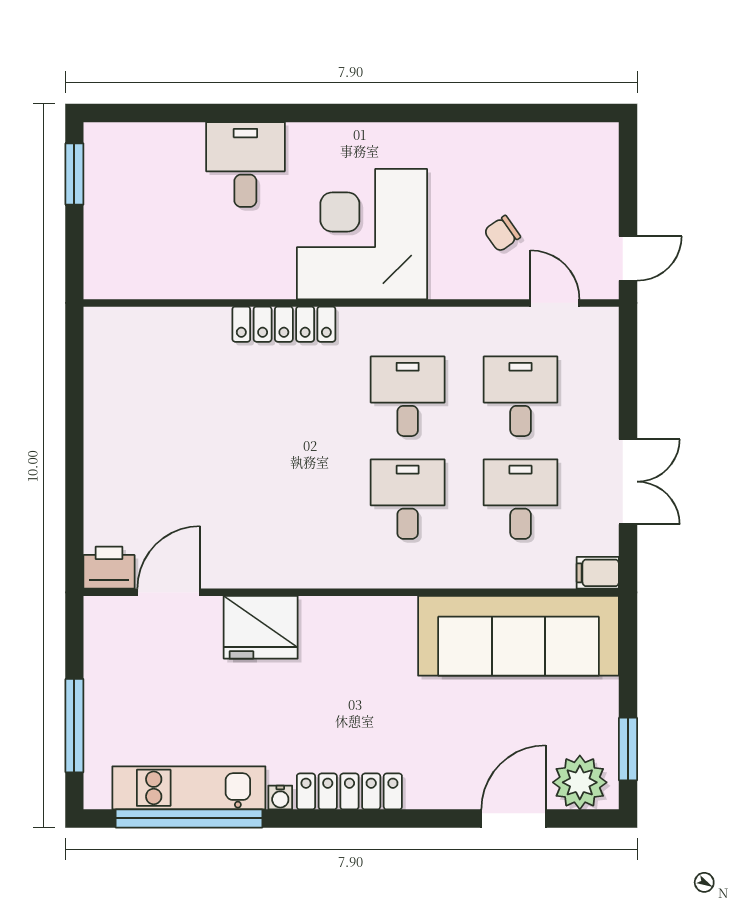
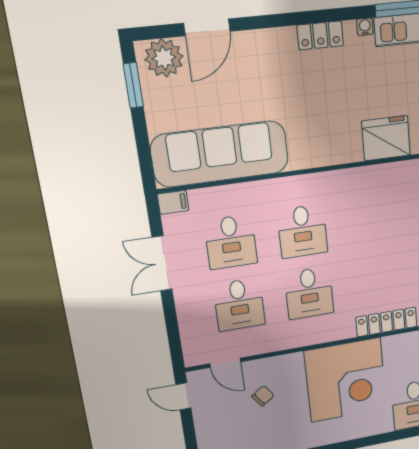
door: (628, 258) -> (183, 396), hinge flipped
locker: (349, 791) -> (320, 35), width x0.66

